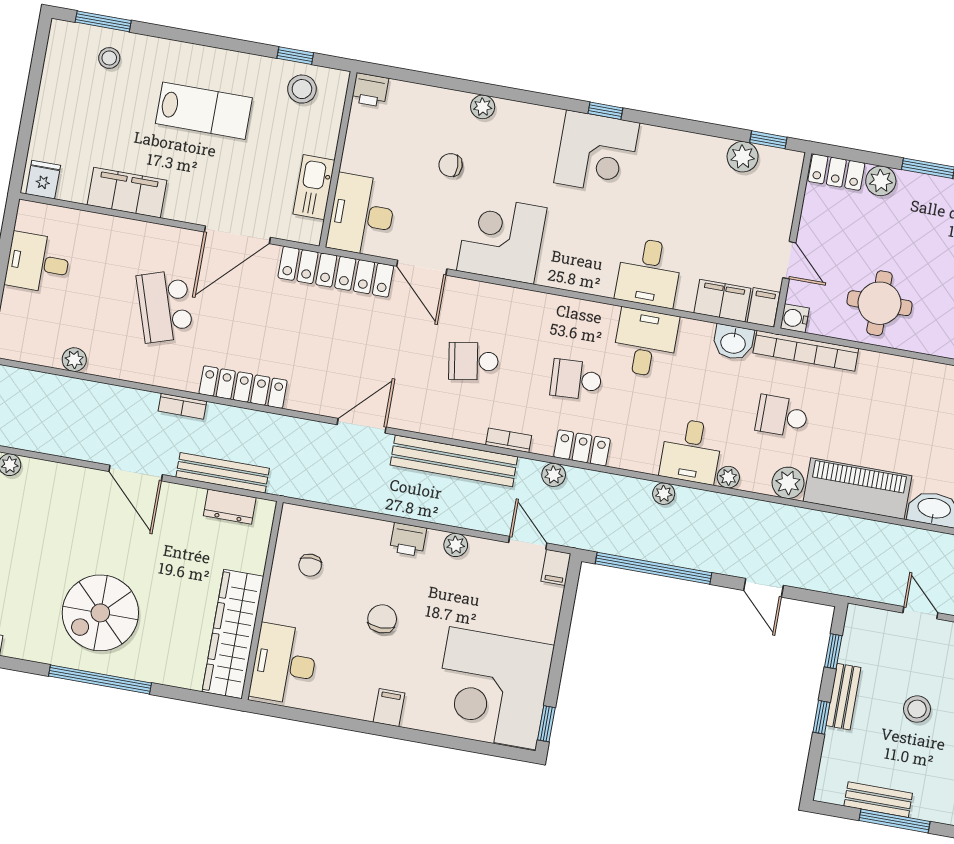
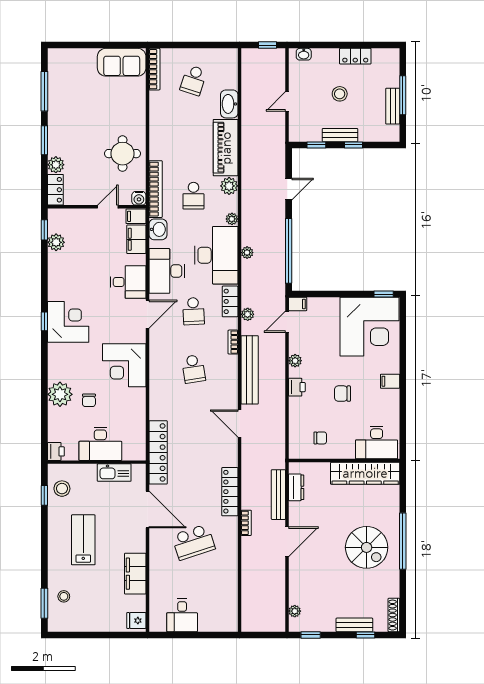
plant: (483, 107) -> (60, 394), width x1.87, depth x1.87
desk: (362, 215) -> (100, 444), moved
door: (422, 268) -> (147, 314), moved
desk: (645, 343) -> (167, 271), width x1.37
plant: (74, 360) -> (231, 586), removed
desk: (691, 451) -> (216, 255), width x1.87, depth x1.30

